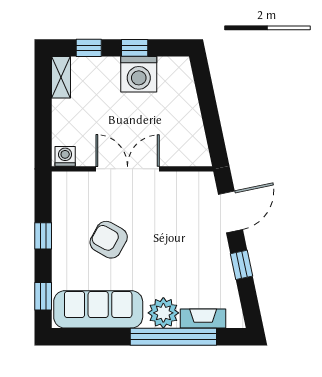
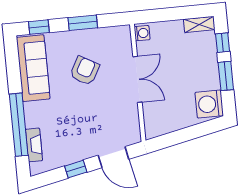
window: (135, 48) -> (226, 76), width x1.50
washing machine: (139, 74) -> (209, 104), moved
window: (43, 236) -> (83, 23), width x1.50
plant: (163, 313) -> (35, 116), removed

